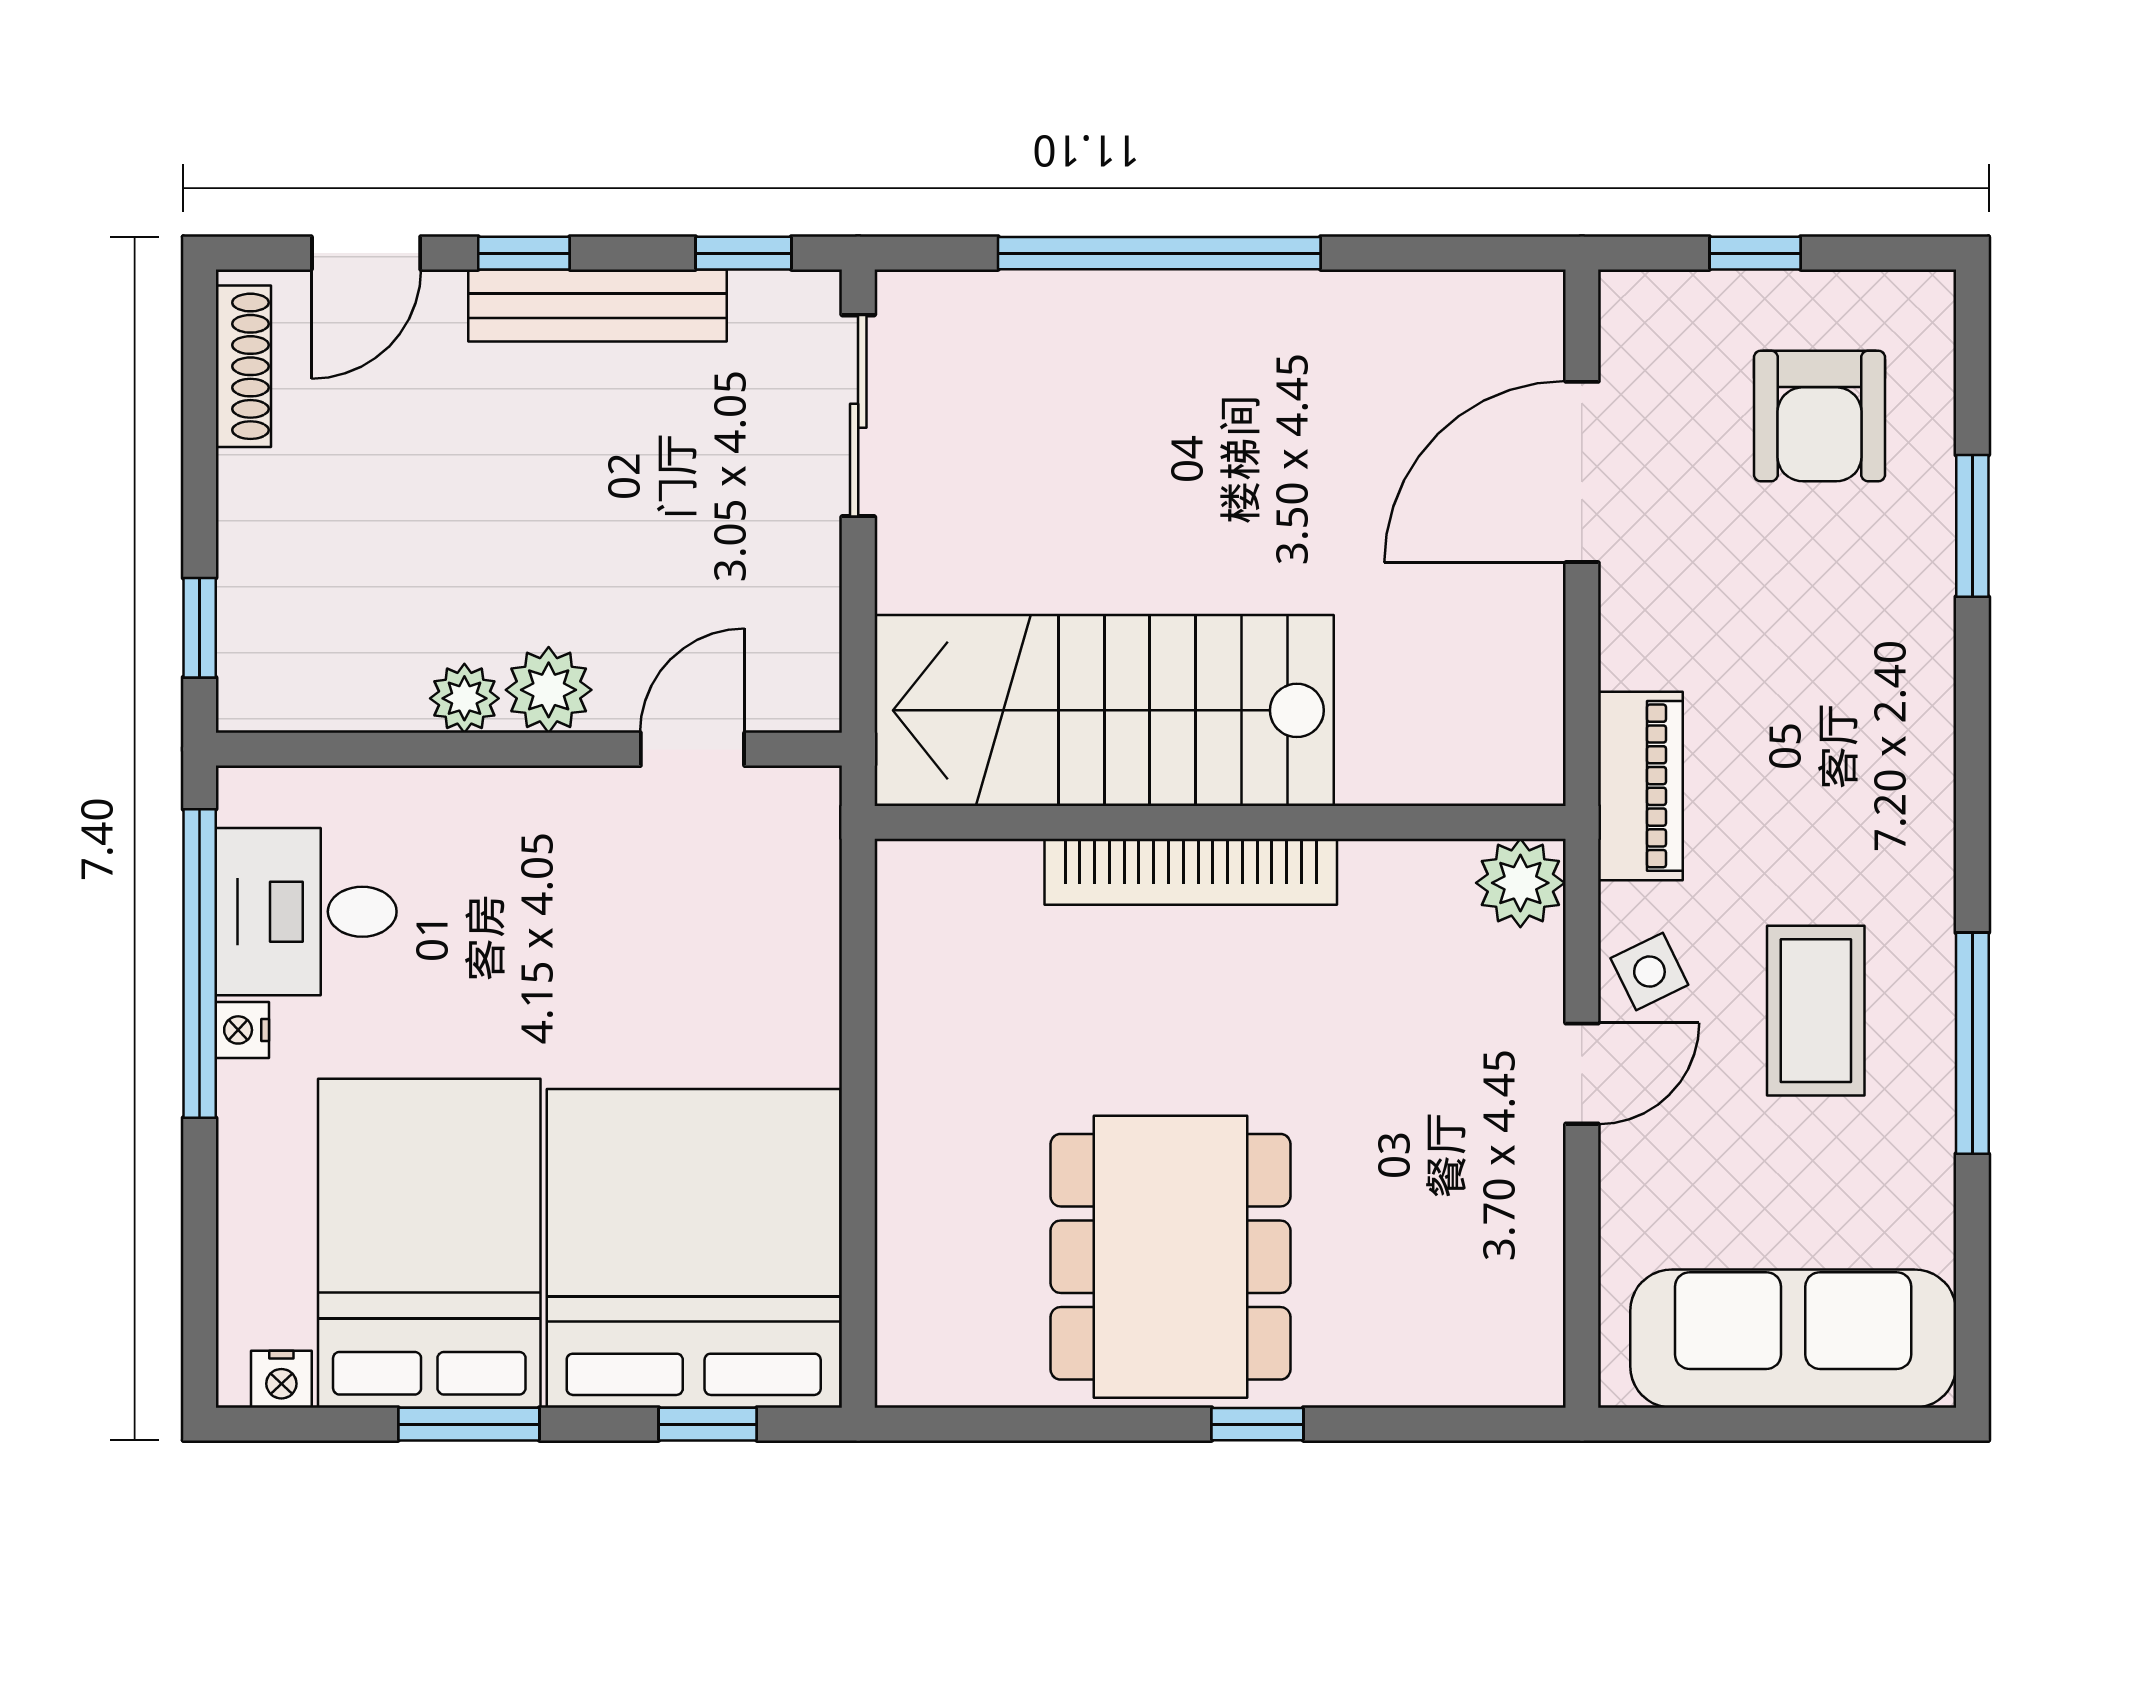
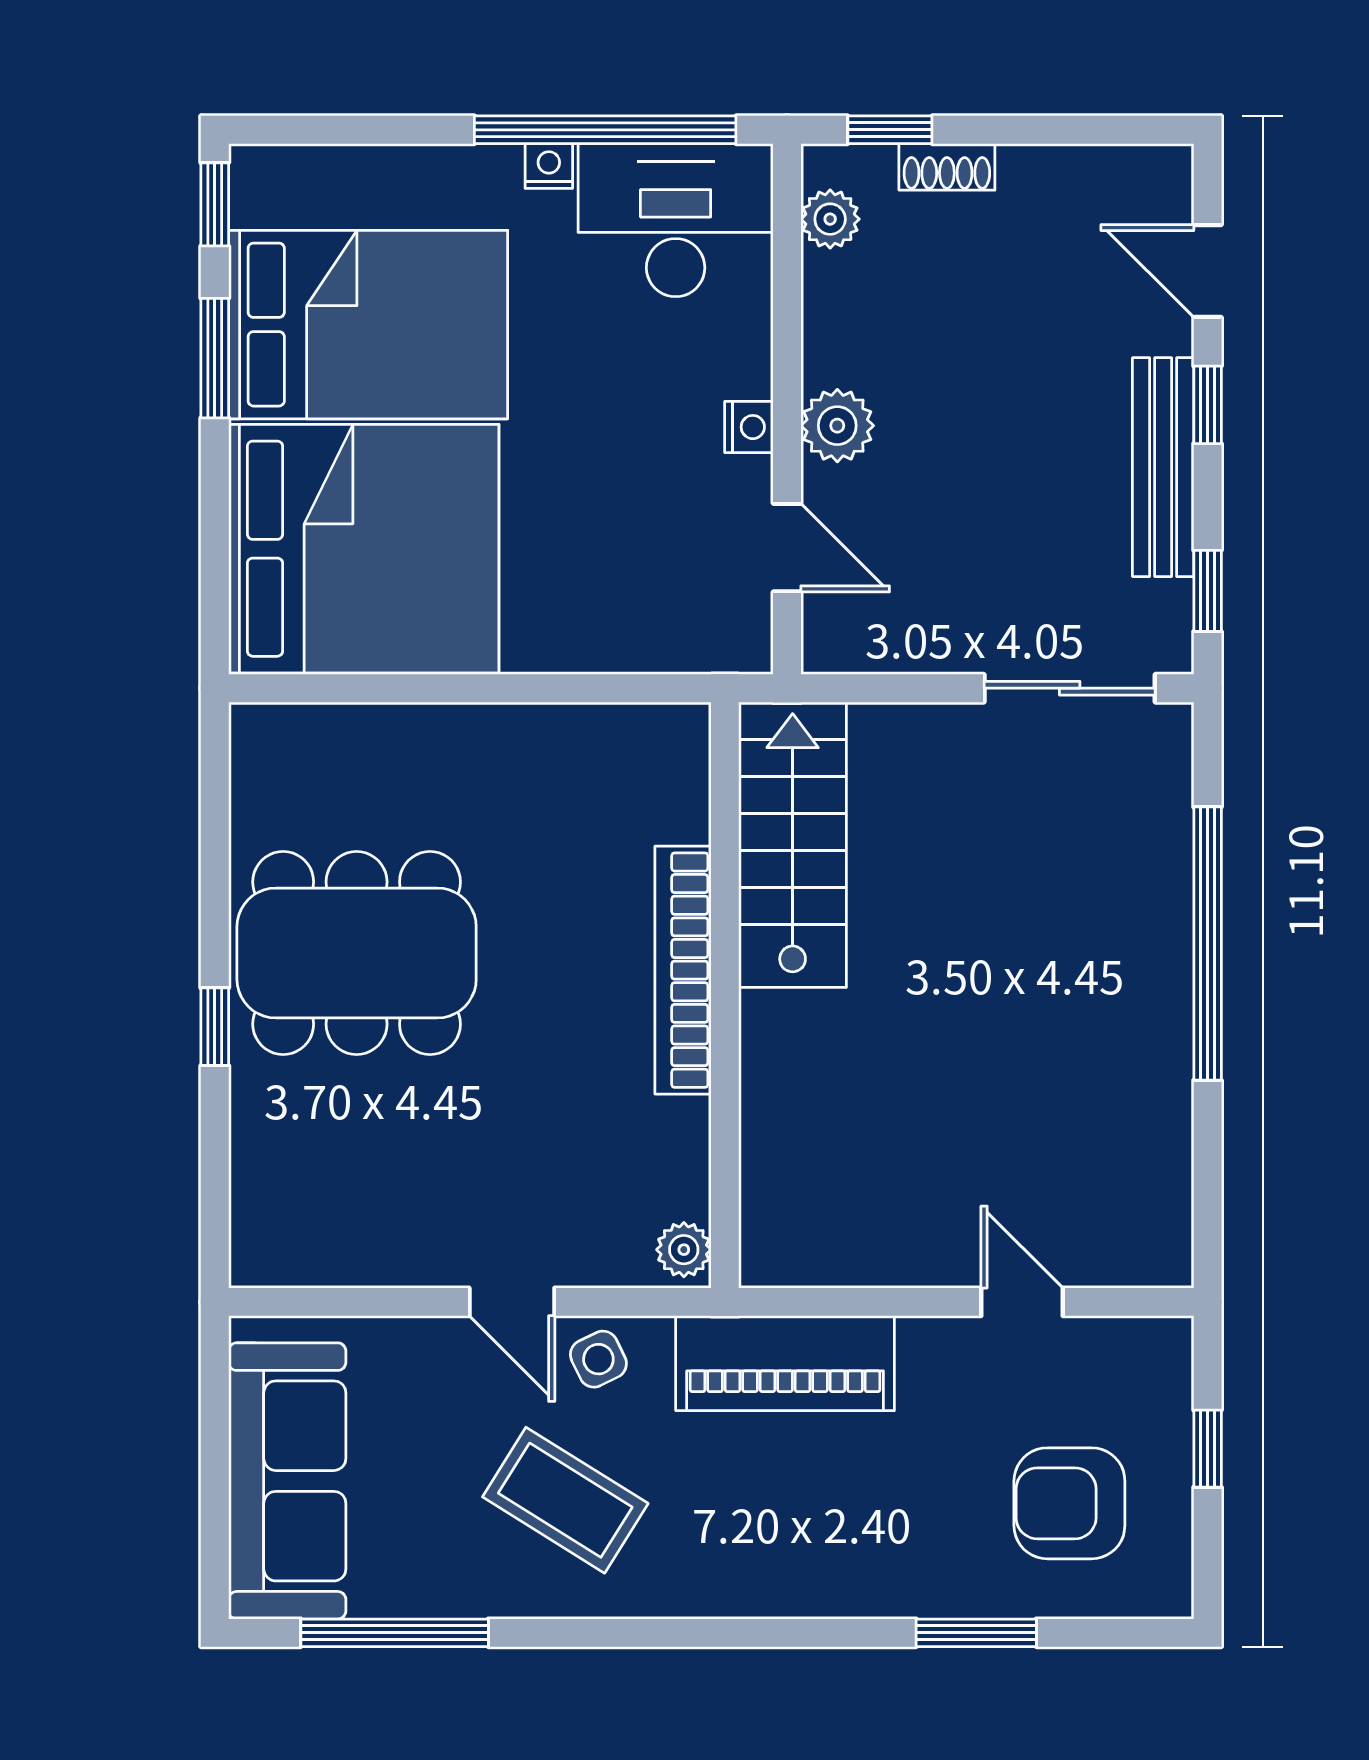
shoe rack: (243, 366) -> (947, 167), moved, width x0.70
door: (1582, 472) -> (1022, 1302), width x0.53
plant: (464, 698) -> (830, 219), moved
stairs: (1104, 710) -> (793, 845), width x0.73, depth x0.66
piano: (1640, 786) -> (785, 1363), width x1.37, depth x1.33
plant: (1520, 883) -> (684, 1250), width x0.73, depth x0.73
desk: (306, 912) -> (676, 220), width x1.37
coffee table: (1816, 1011) -> (565, 1500), turned 32
window: (1972, 1043) -> (395, 1633), moved
nightstand: (281, 1379) -> (749, 427), moved, turned 180
window: (708, 1424) -> (215, 204), moved

